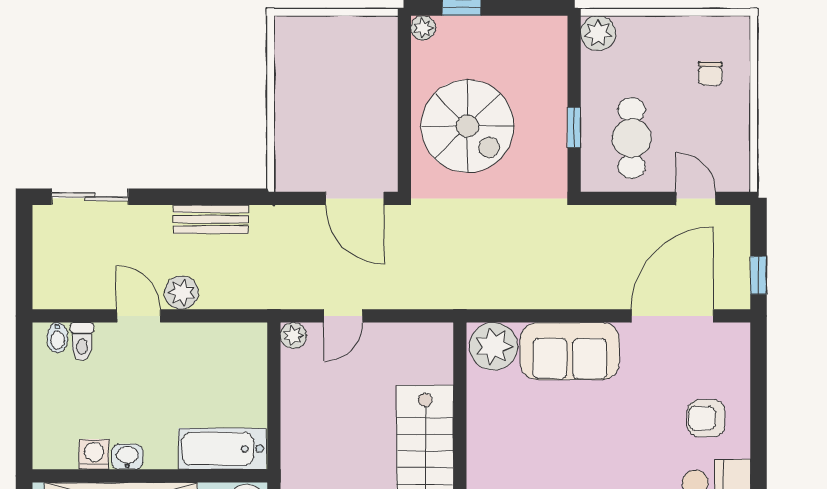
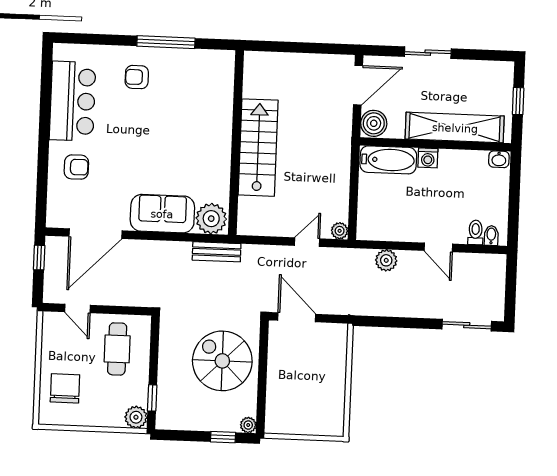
chair: (710, 73) -> (65, 388), width x1.87, depth x1.87
window: (574, 127) -> (152, 398), moved
bench: (211, 219) -> (217, 252), moved
plant: (182, 293) -> (386, 260), moved
washing machine: (94, 454) -> (428, 158), moved
washbasin: (127, 457) -> (499, 159), moved

